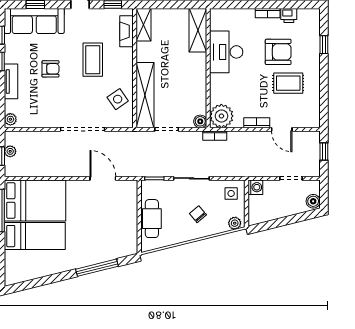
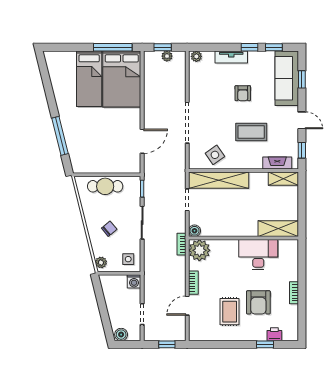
printer: (289, 15) -> (274, 334), moved, turned 90

